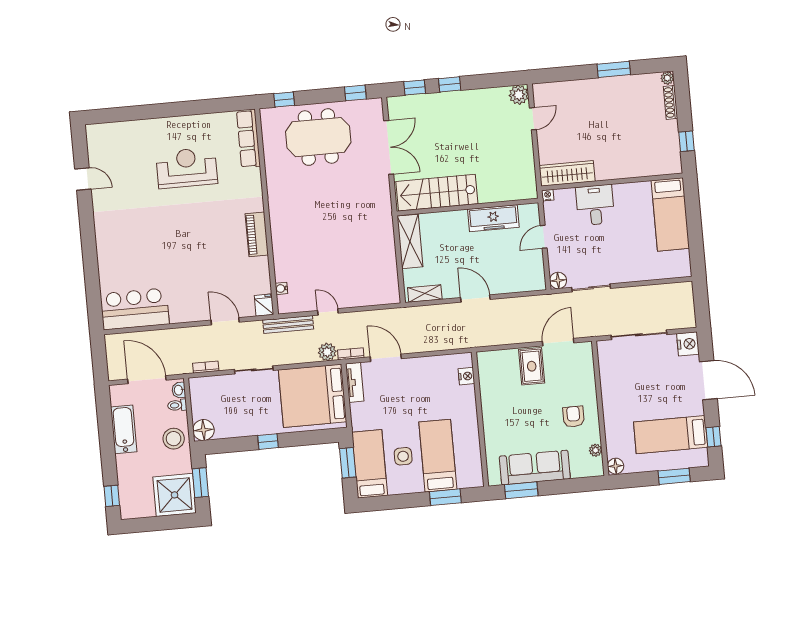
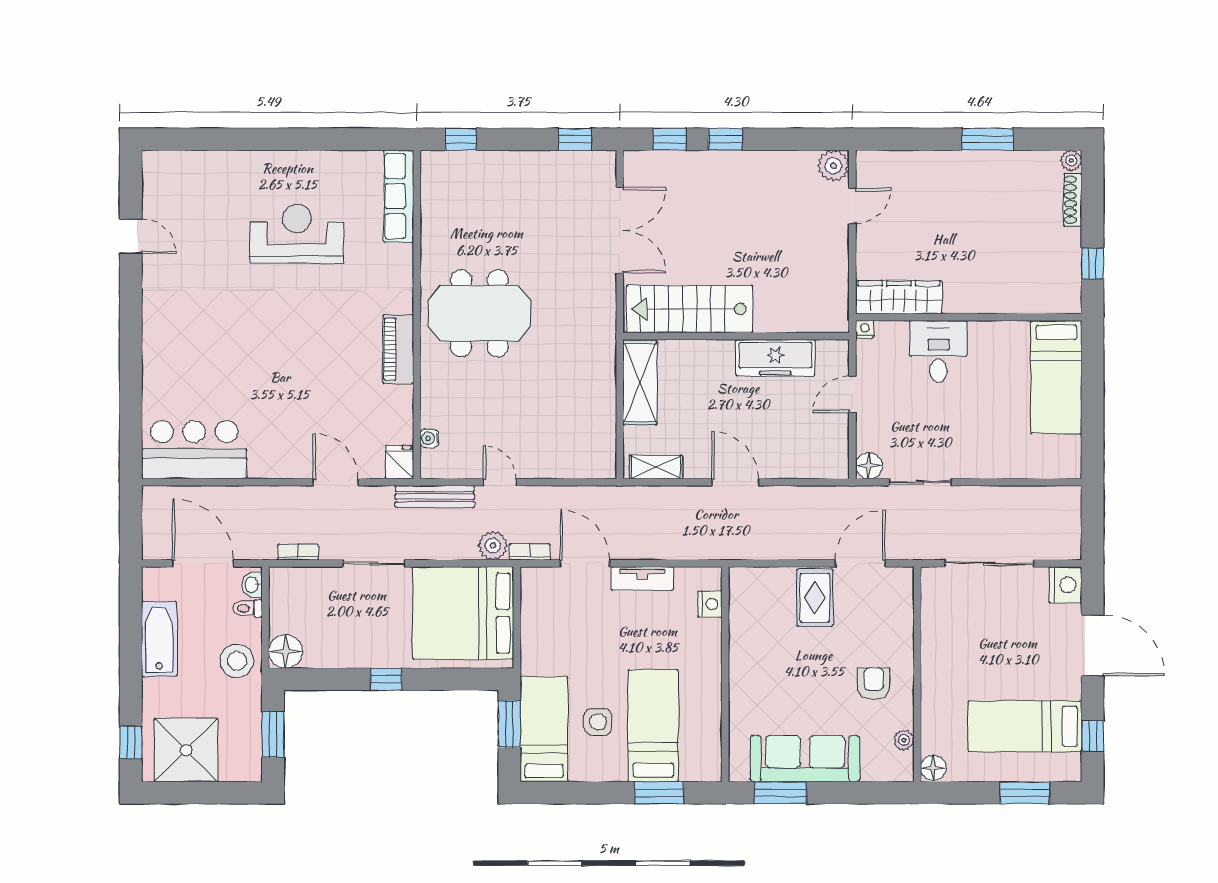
meeting table: (318, 137) -> (479, 313), moved
tv unit: (355, 382) -> (642, 579), moved, turned 90
shower: (175, 495) -> (186, 750), moved

